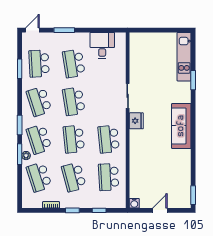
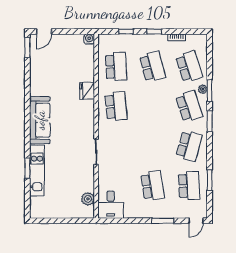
desk: (102, 45) -> (111, 205), moved
plant: (135, 51) -> (88, 199), added
kitchen unit: (184, 57) -> (37, 170), moved
school desk: (39, 101) -> (189, 146), turned 33
school desk: (74, 101) -> (153, 146), removed
fridge: (136, 121) -> (87, 91), moved
school desk: (74, 139) -> (153, 106), removed
door: (160, 210) -> (44, 31), moved

